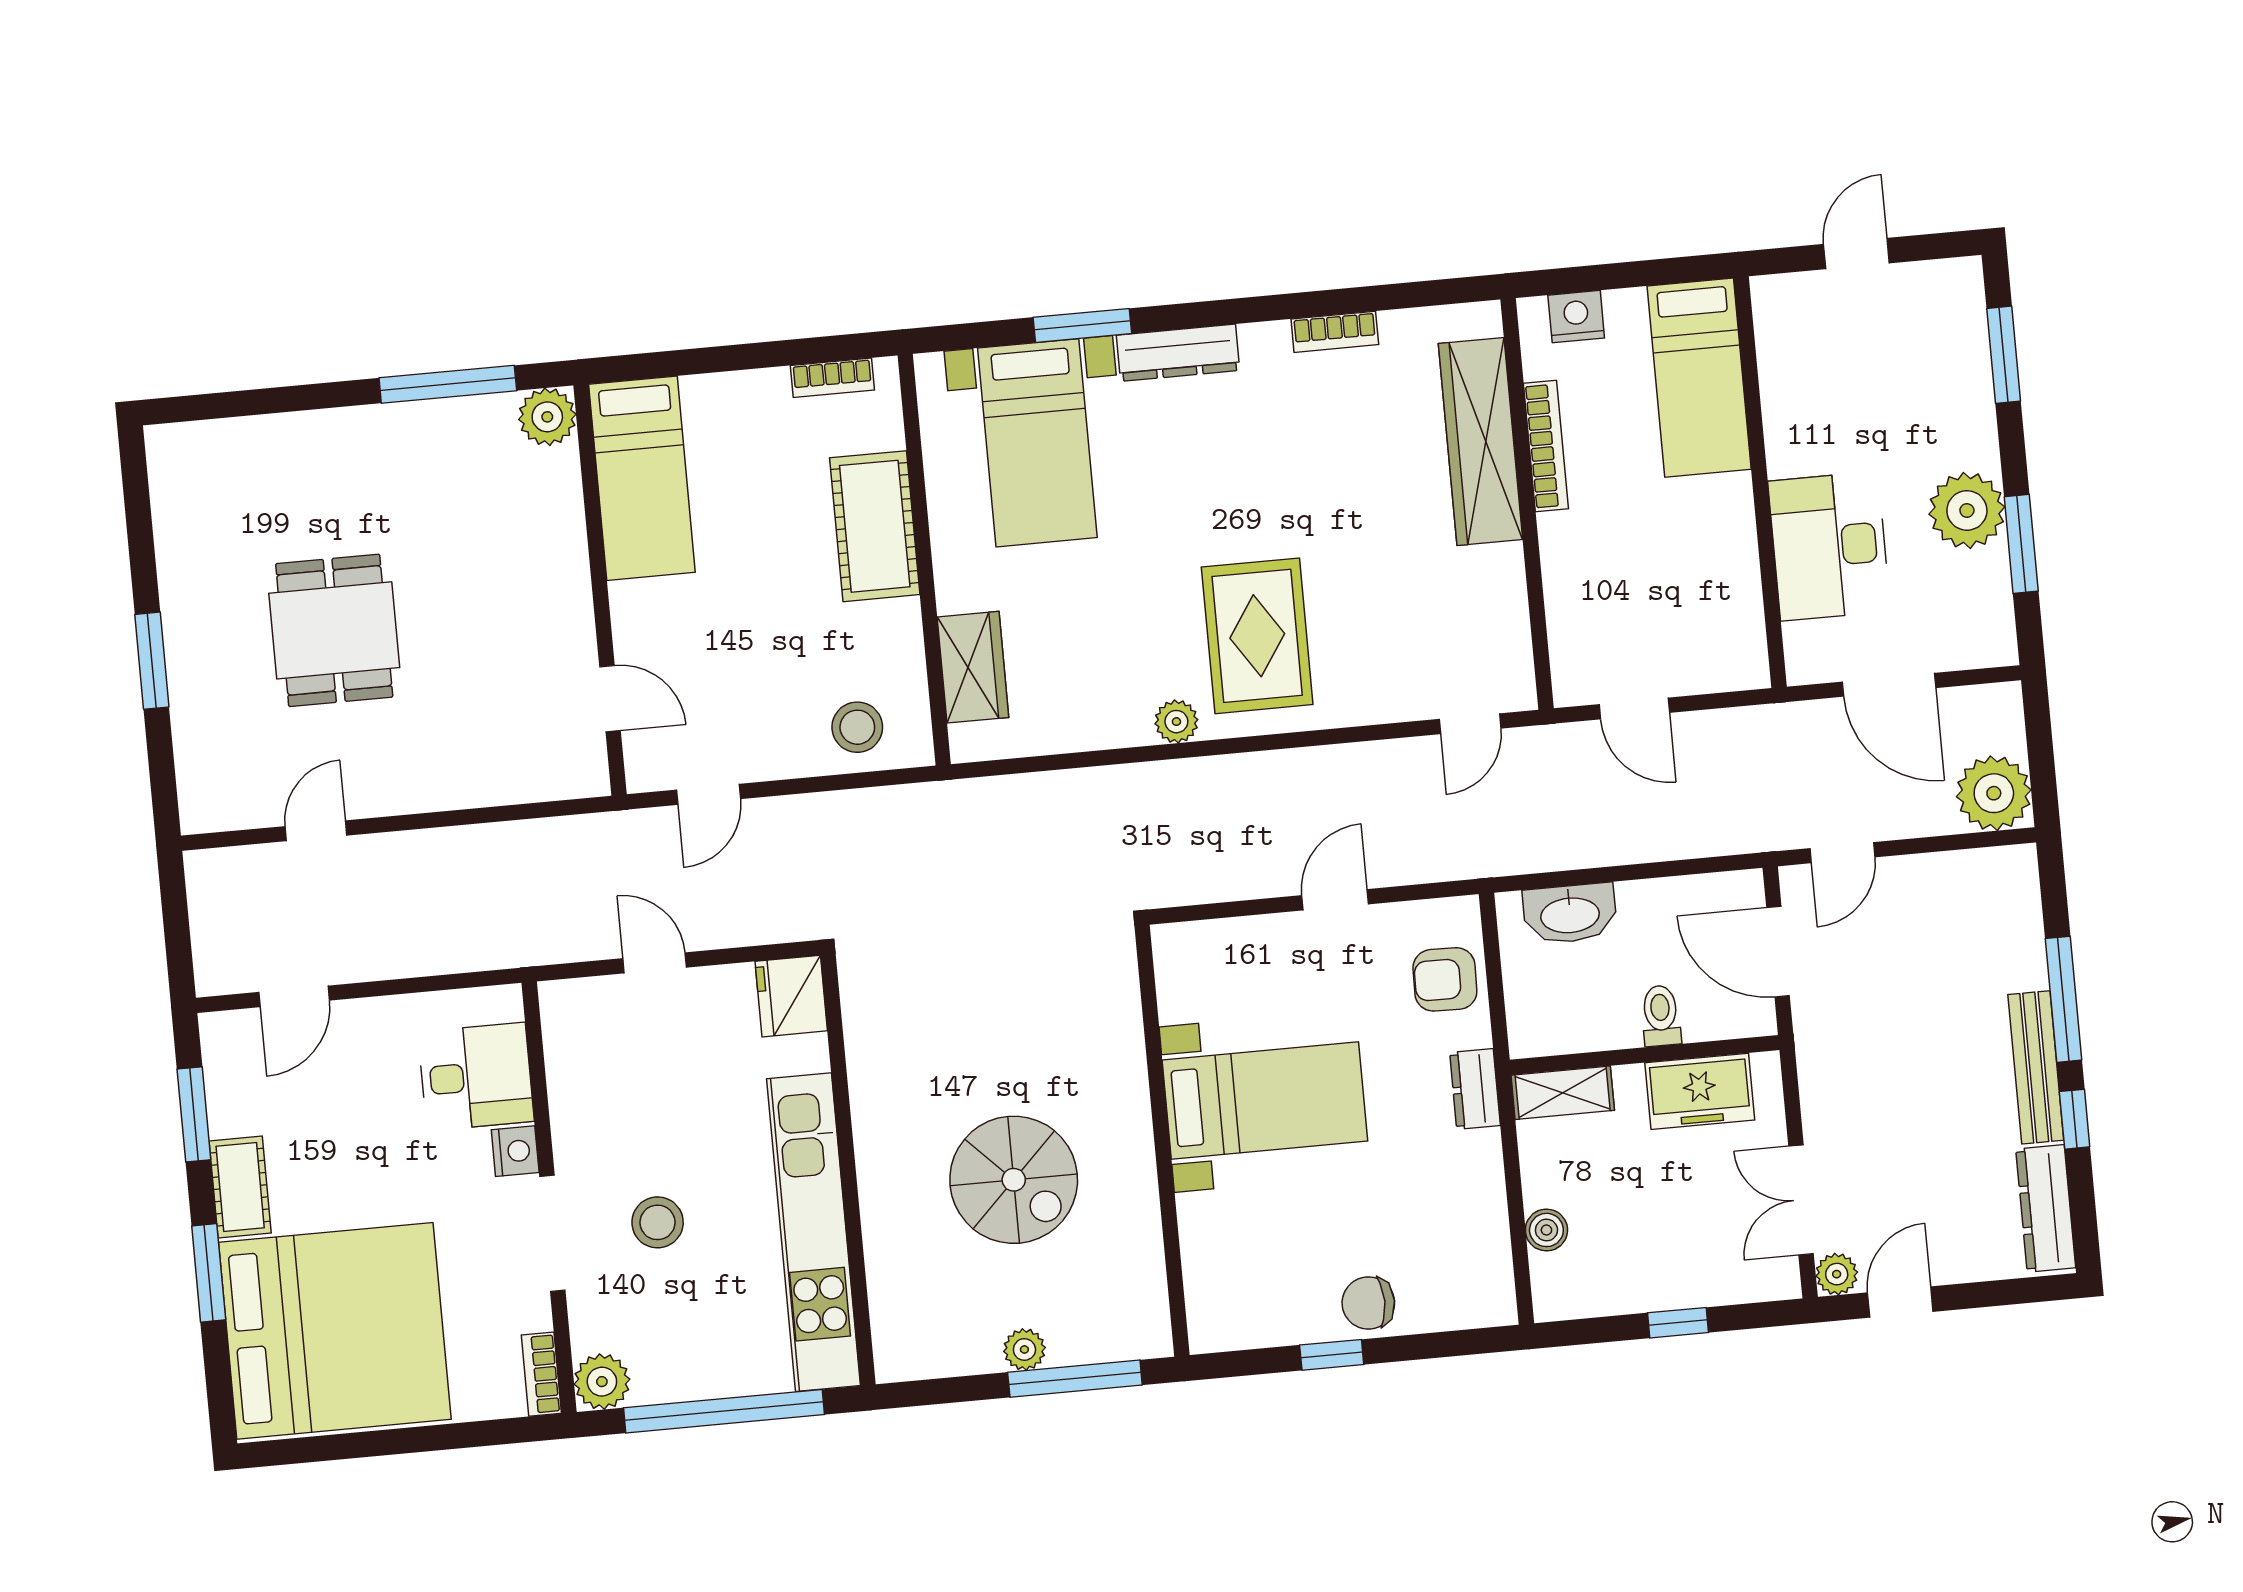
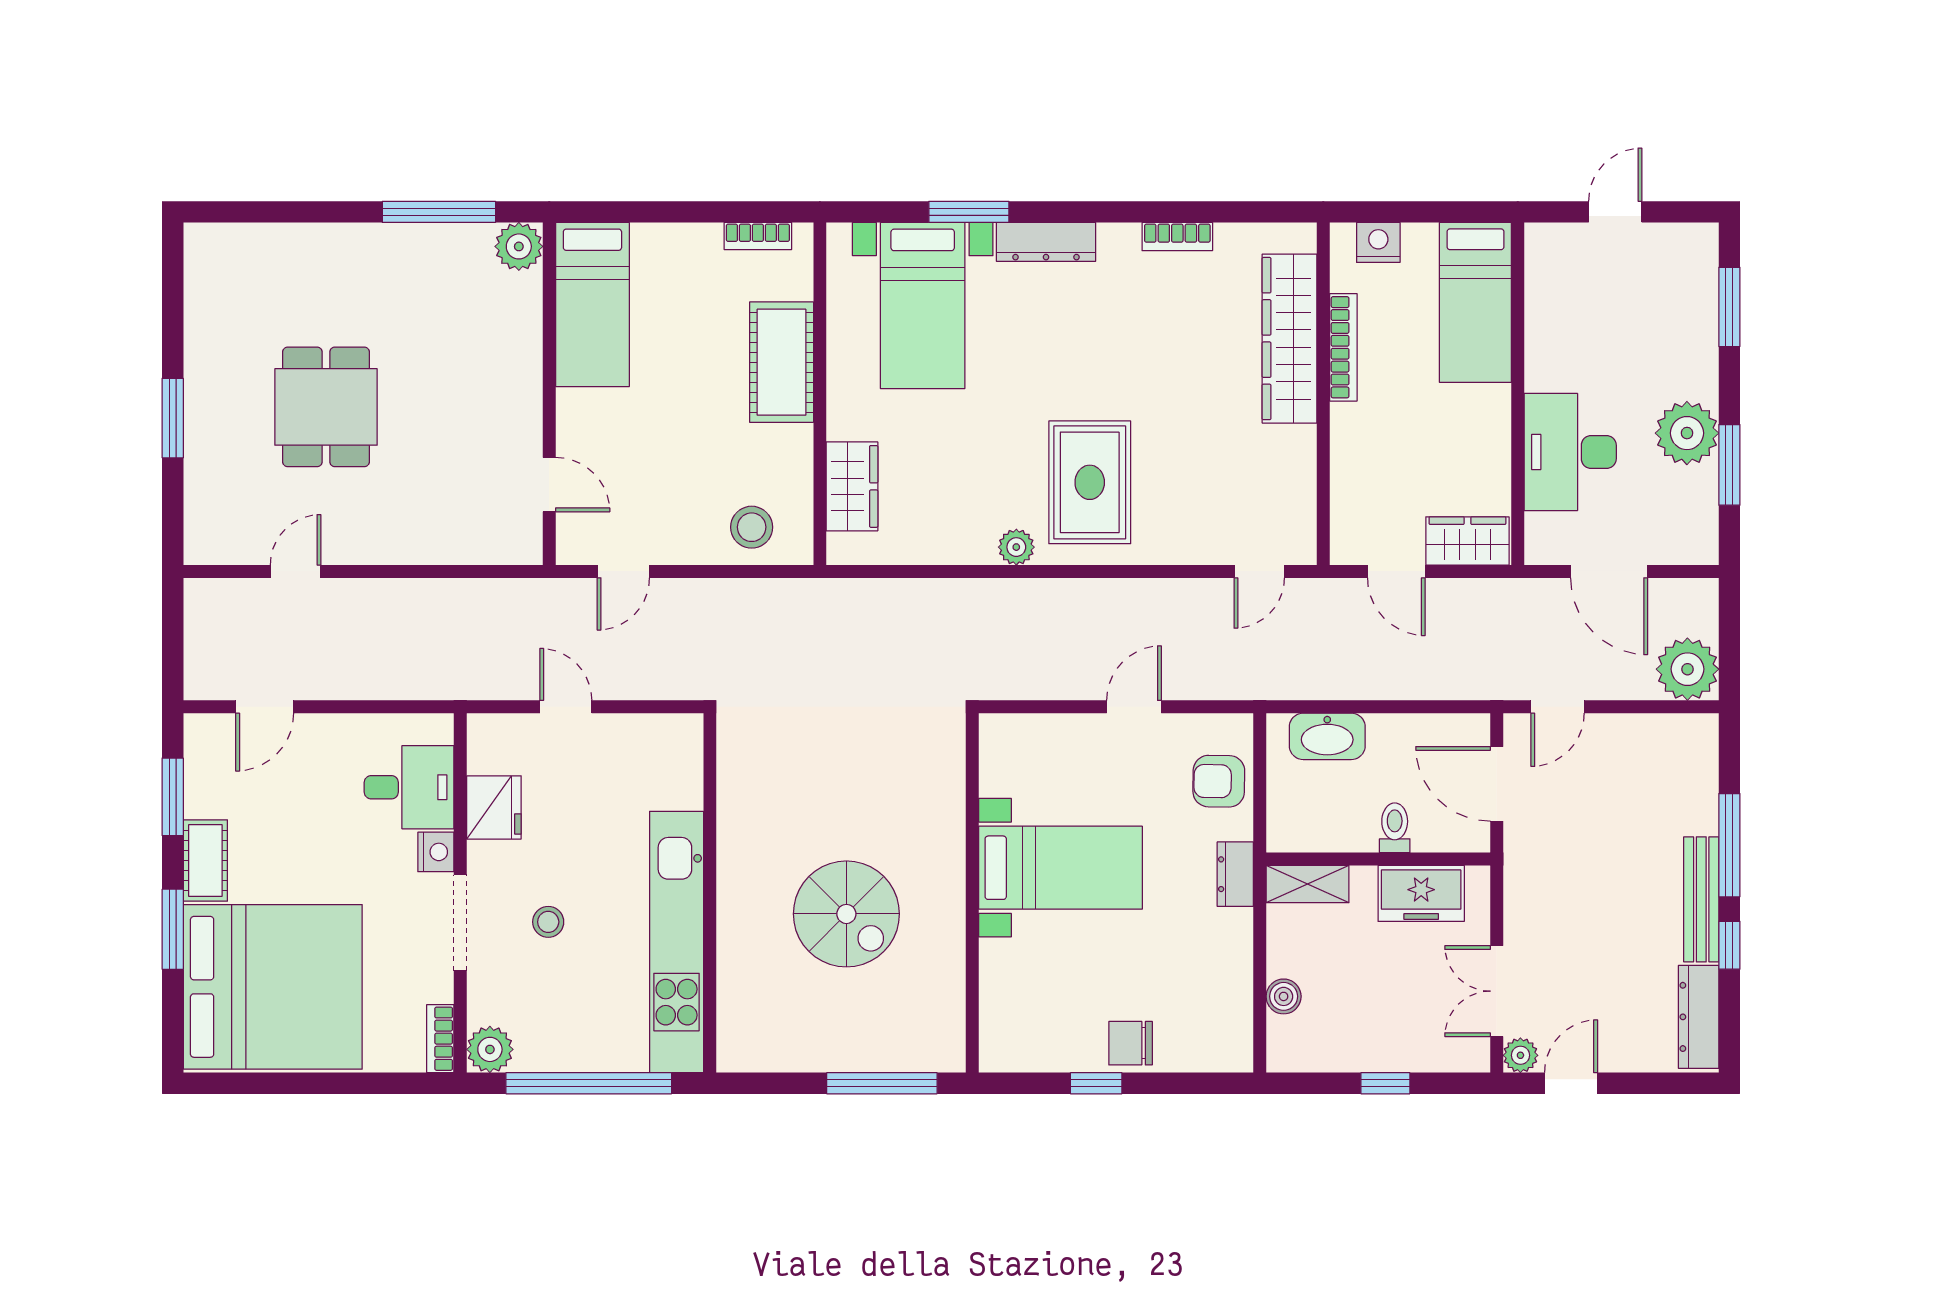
wardrobe: (1716, 664) -> (1467, 541), added
fridge: (791, 996) -> (494, 807), moved, turned 180
stool: (658, 1222) -> (548, 922), width x0.73, depth x0.73
plant: (1024, 1349) -> (842, 1055), removed

